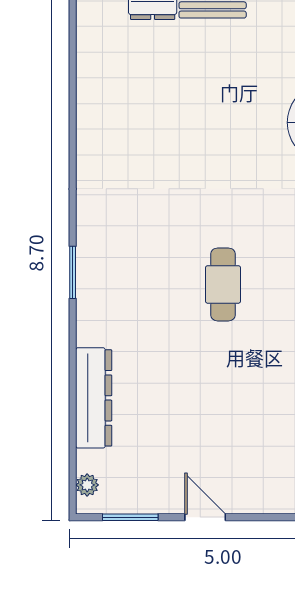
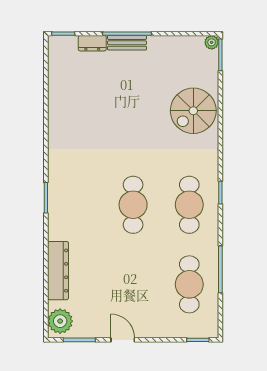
cafe table: (223, 284) -> (133, 205), width x1.37, depth x1.35
plant: (87, 485) -> (60, 321), width x1.88, depth x1.88

